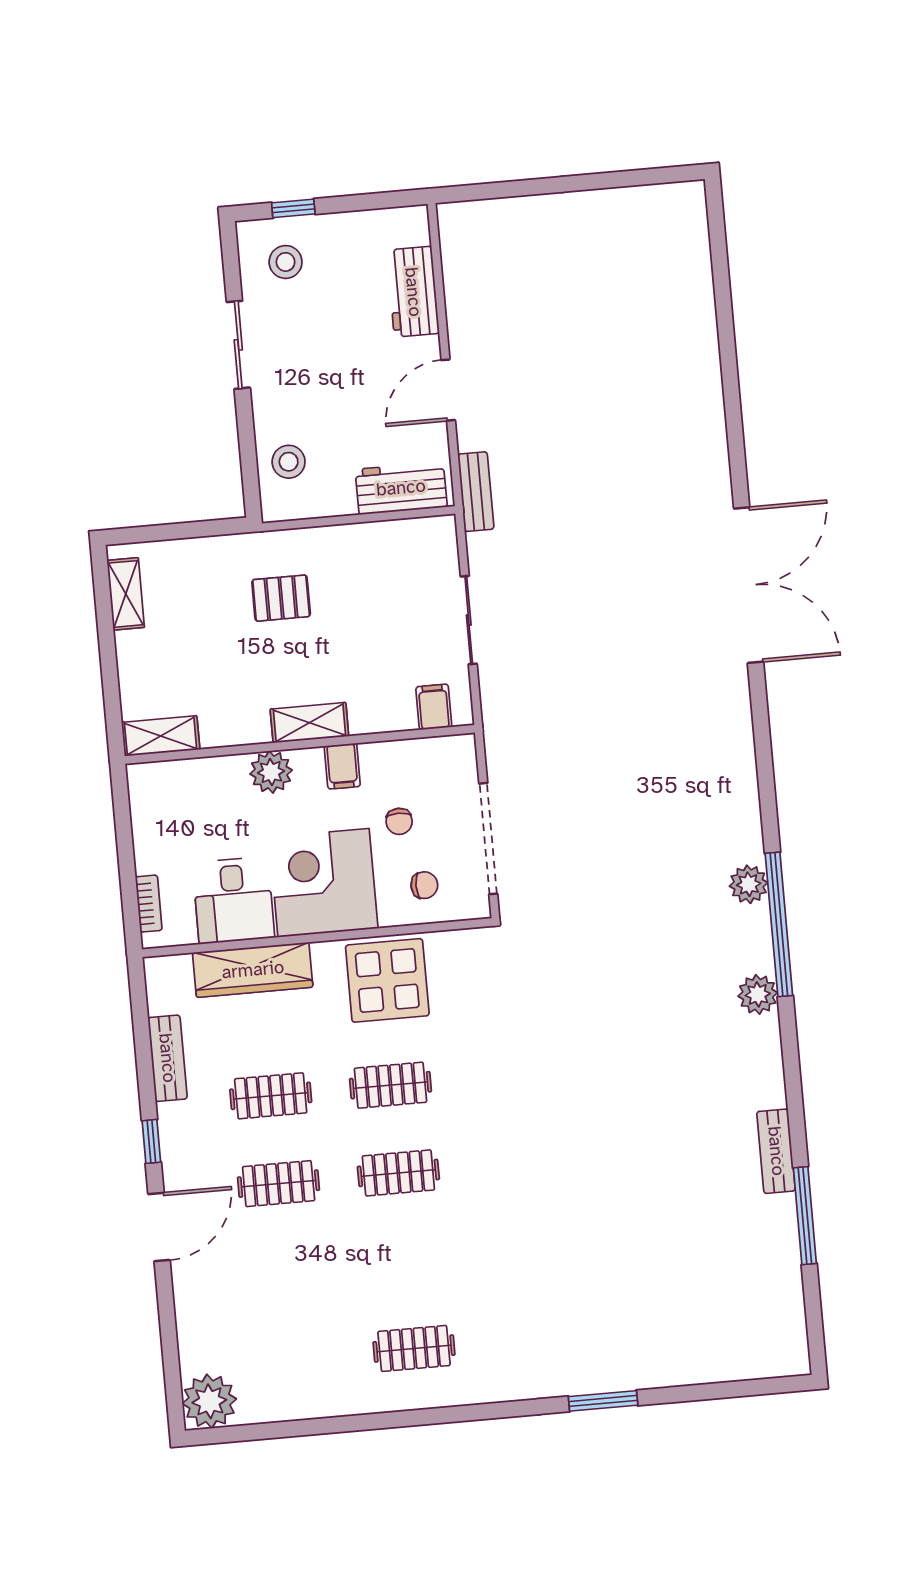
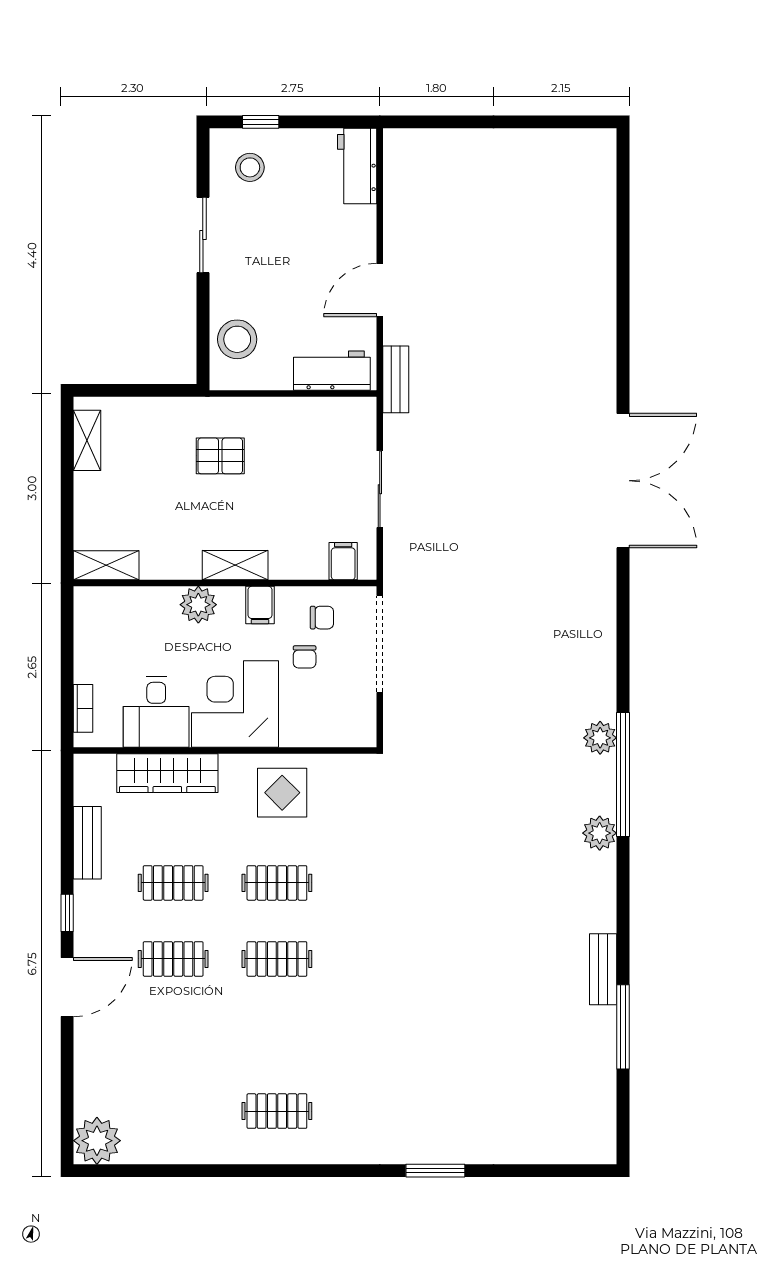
workbench: (413, 292) -> (357, 166), moved
stool: (289, 462) -> (237, 339), width x1.38, depth x1.38
doorway: (488, 839) -> (380, 644), moved
chair: (424, 885) -> (322, 618), moved
display table: (387, 980) -> (282, 793), width x0.73, depth x0.73

